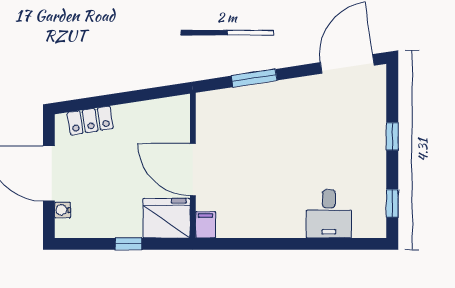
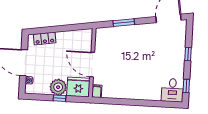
desk: (329, 214) -> (172, 90), moved
plant: (124, 221) -> (58, 87), added

